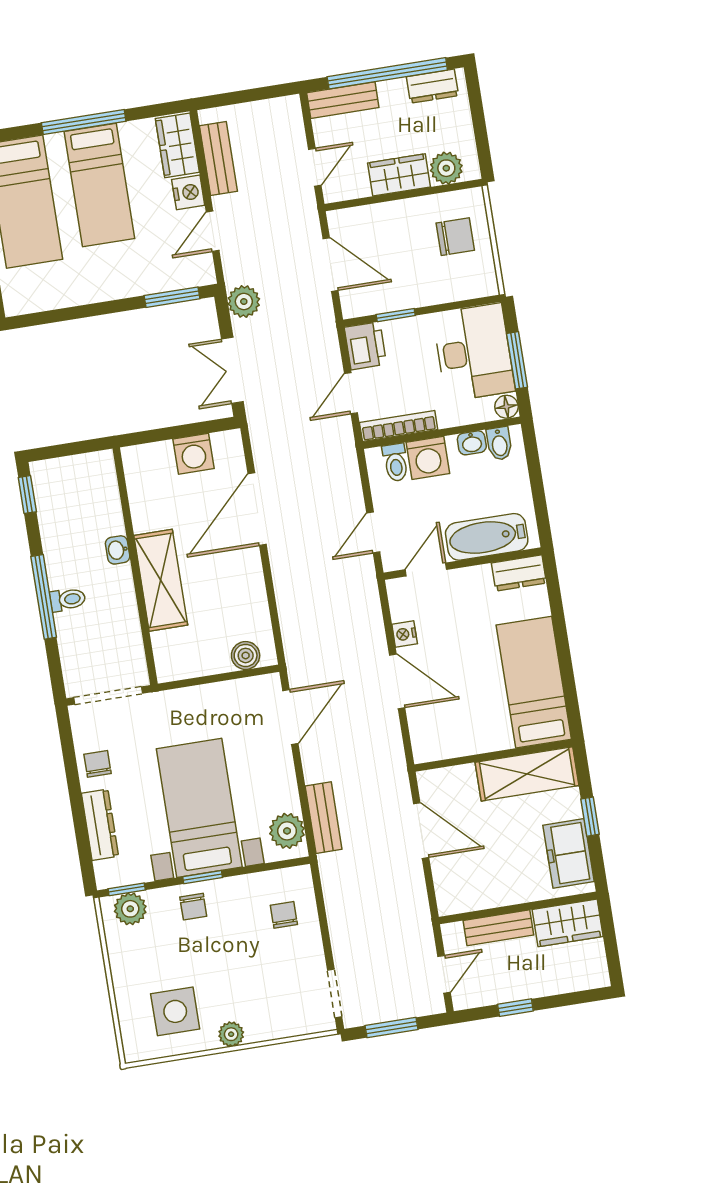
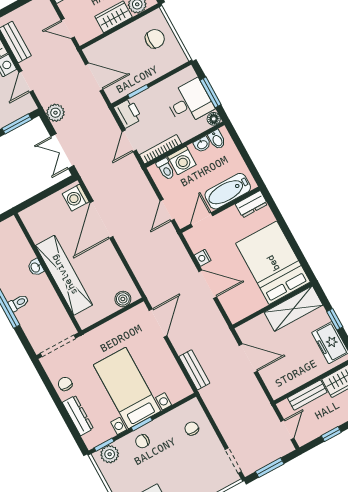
door: (315, 167) -> (68, 29), swing flipped
desk: (474, 352) -> (190, 102), width x0.73
washing machine: (193, 454) -> (76, 198), moved, turned 90
shelving: (161, 580) -> (64, 275), width x1.47
bed: (534, 682) -> (273, 263), width x1.50
plant: (287, 831) -> (178, 384), removed
chair: (193, 907) -> (142, 441), turned 90

